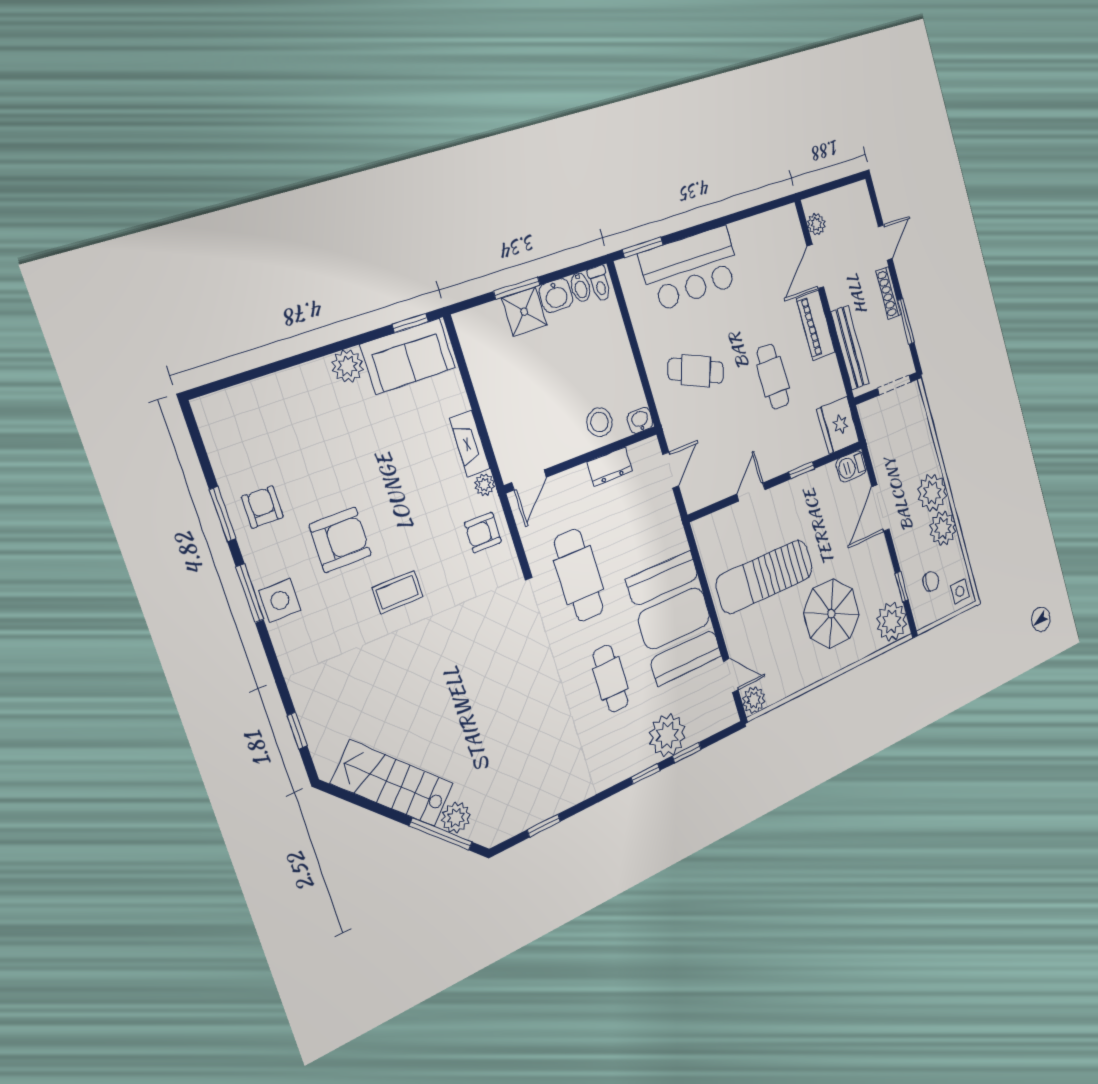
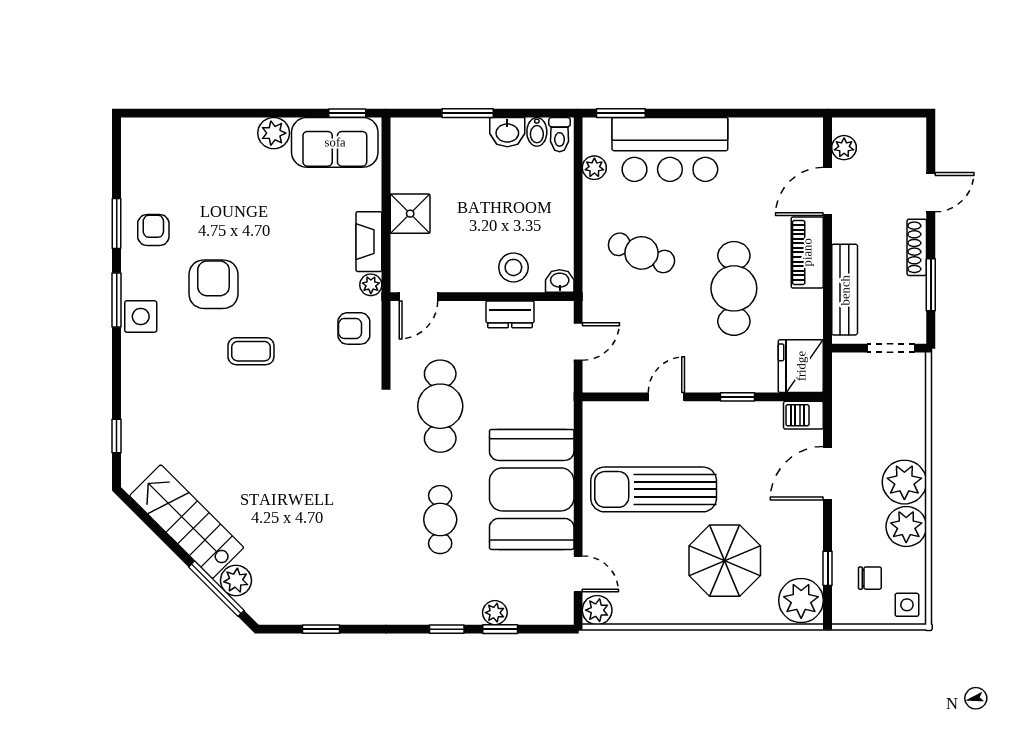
plant: (637, 305) -> (594, 168), added
shower: (524, 312) -> (410, 214), moved
cafe table: (773, 377) -> (734, 288), width x1.37, depth x1.35
armchair: (340, 540) -> (213, 284), turned -90
plant: (667, 735) -> (495, 613), width x0.53, depth x0.53

